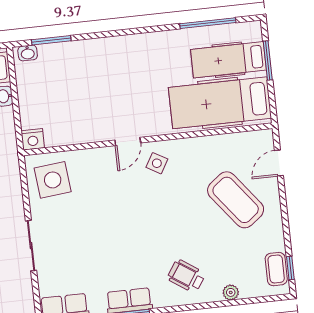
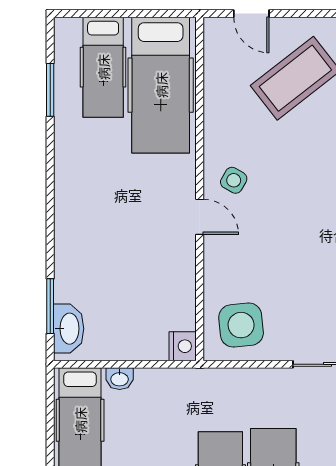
window: (208, 23) -> (50, 90), width x0.69
washbasin: (28, 53) -> (69, 329), width x1.91, depth x1.45
window: (268, 61) -> (110, 14), removed

